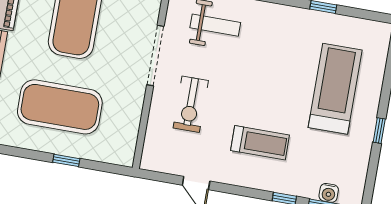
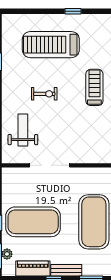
exercise bike: (191, 104) -> (44, 94), moved, width x0.73, depth x0.72

